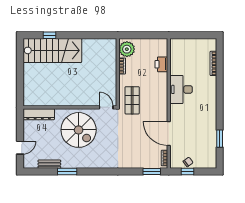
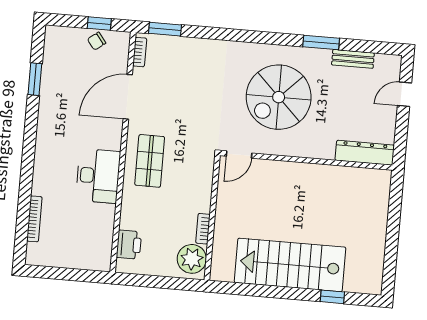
stairs: (52, 50) -> (290, 265), moved
printer: (161, 64) -> (129, 245), moved
shop shelf: (132, 100) -> (150, 161), moved
door: (106, 107) -> (239, 155), hinge flipped
spiral stairs: (79, 130) -> (279, 97), moved, turned -90
door: (169, 133) -> (128, 97), swing flipped

